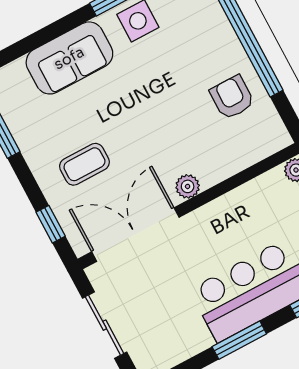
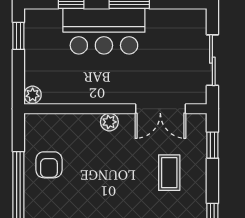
coffee table: (84, 164) -> (169, 173), turned 90
double door: (135, 235) -> (160, 109), width x0.73

